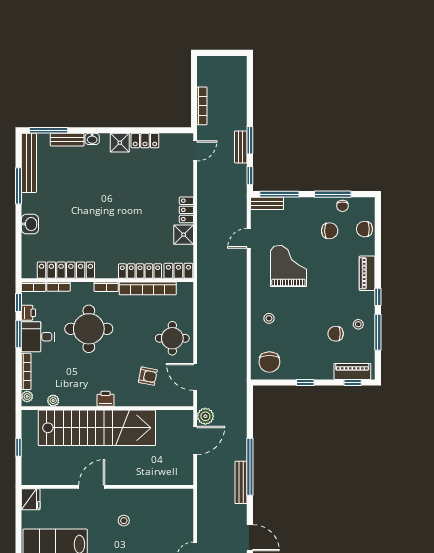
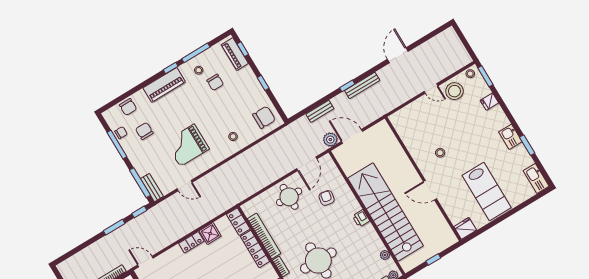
bench: (241, 147) -> (320, 111), moved
piano: (367, 273) -> (164, 85), width x1.37, depth x1.33
window: (250, 467) -> (347, 86), width x0.32

